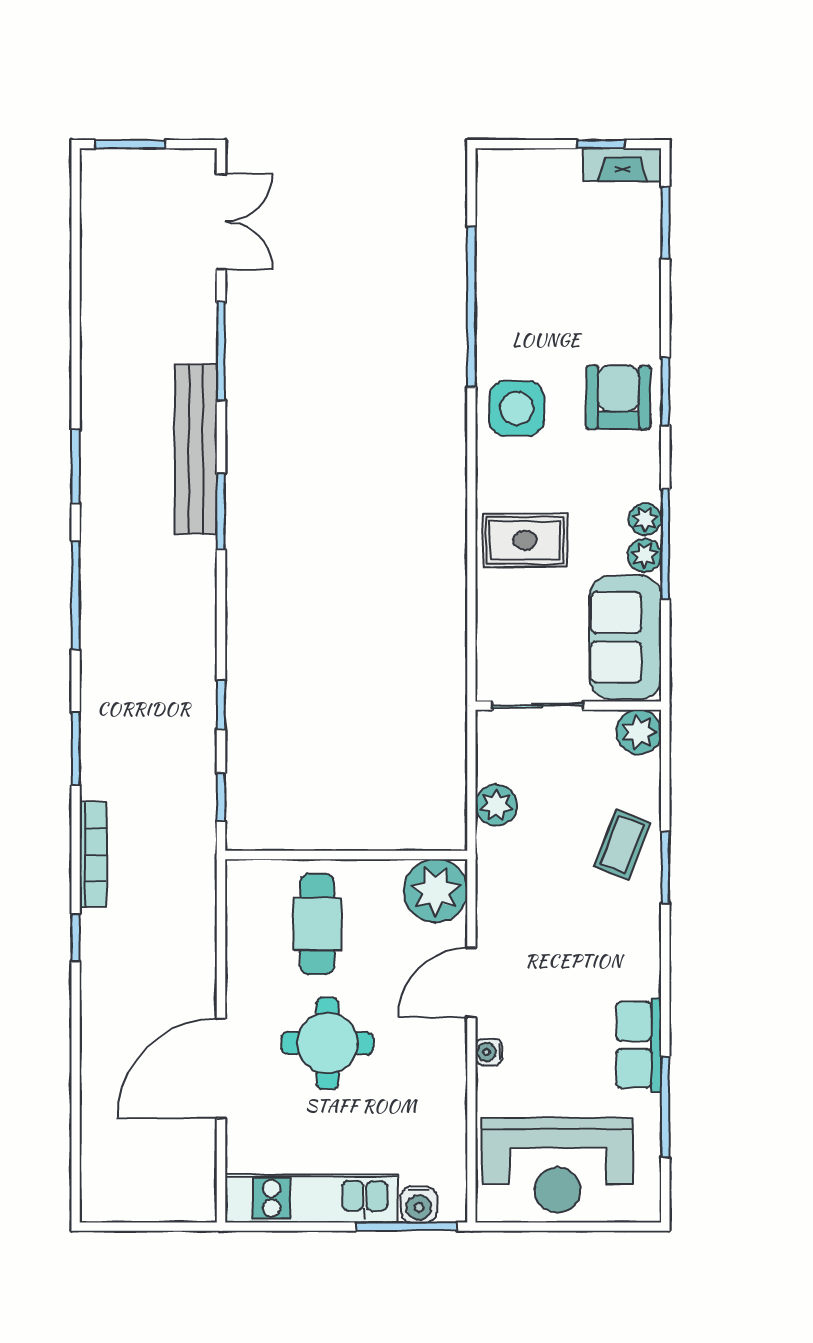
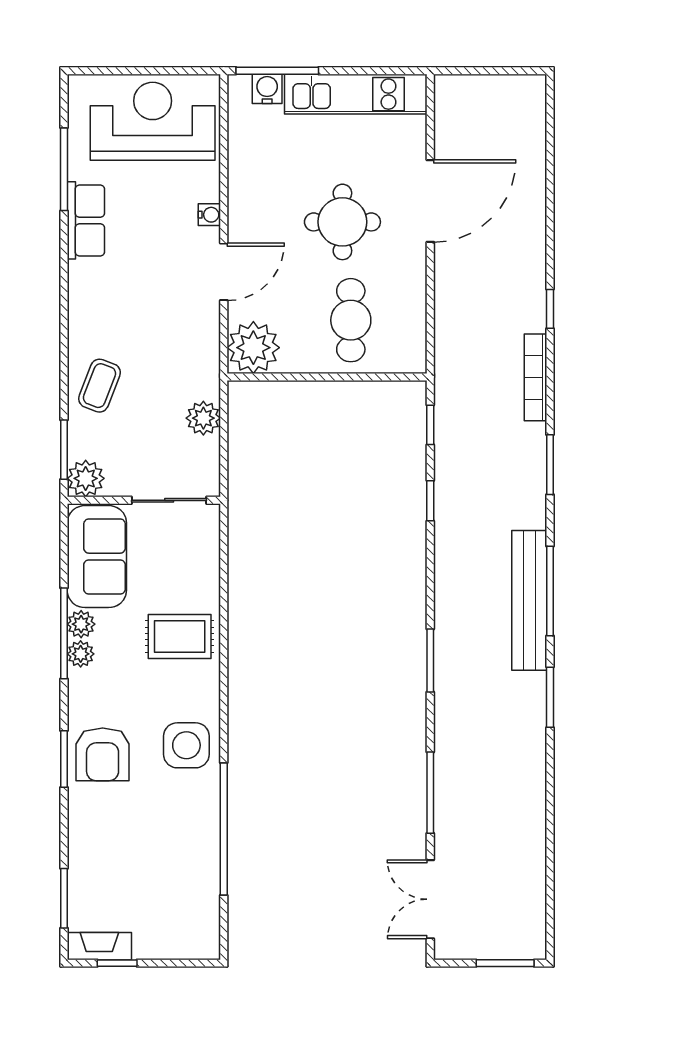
bench: (196, 449) -> (529, 600), moved
window: (665, 867) -> (64, 450), moved

